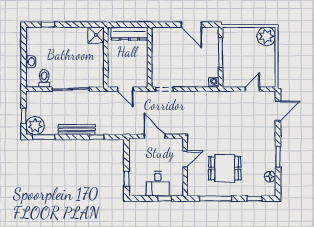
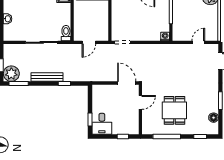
toilet: (44, 78) -> (66, 33), moved
door: (125, 89) -> (89, 42), hinge flipped
door: (155, 136) -> (127, 83), moved
dining table: (225, 168) -> (174, 110), turned 90
desk: (158, 184) -> (102, 124), moved

